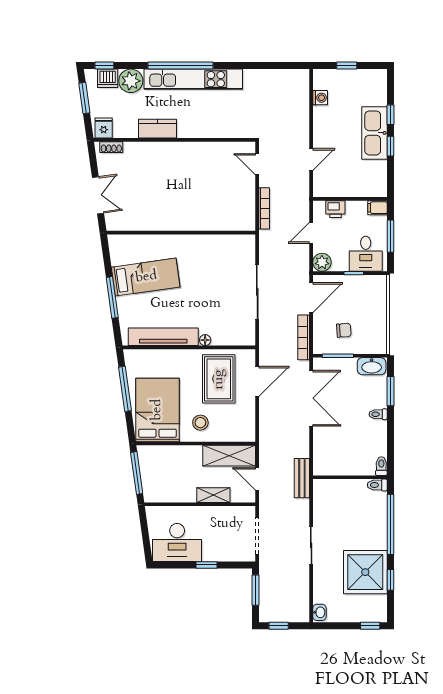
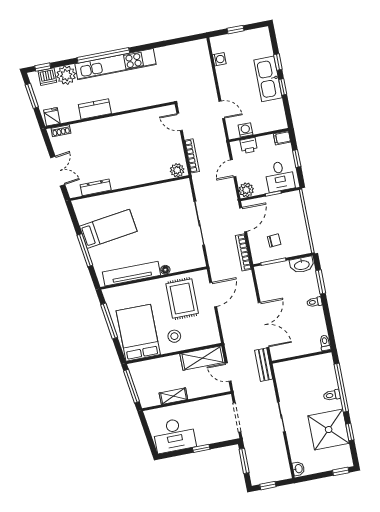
door: (311, 159) -> (222, 110), hinge flipped
washing machine: (335, 189) -> (245, 130), added
plant: (243, 222) -> (177, 170), added
dresser: (140, 224) -> (96, 187), added
window: (390, 236) -> (297, 158), width x0.67
double door: (311, 398) -> (264, 325), moved
toilet: (377, 485) -> (332, 395), moved
shelving: (213, 495) -> (173, 396), moved

